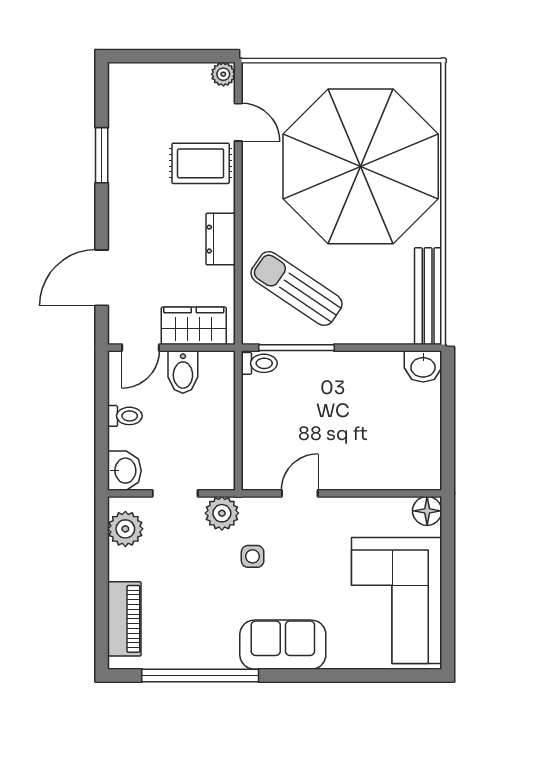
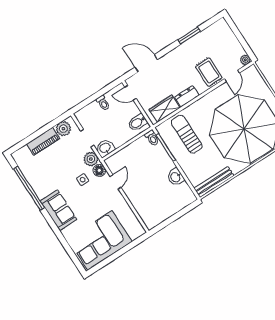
sun lounger: (297, 289) -> (187, 134), turned -34
wardrobe: (194, 326) -> (165, 109), moved, turned -90
washbasin: (423, 366) -> (176, 177), moved
bidet: (183, 372) -> (138, 122), moved
washbasin: (124, 471) -> (105, 148), moved, turned 180
door: (300, 493) -> (116, 182), hinge flipped
floor lamp: (427, 511) -> (99, 170), moved
piano: (124, 619) -> (43, 141), moved

